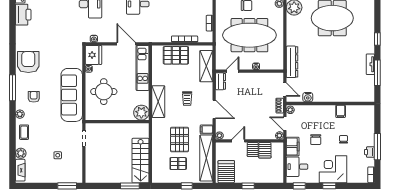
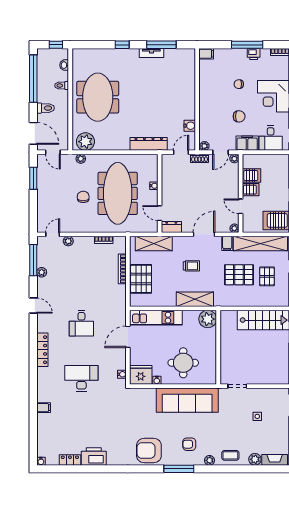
filing cabinet: (341, 111) -> (206, 54), moved

